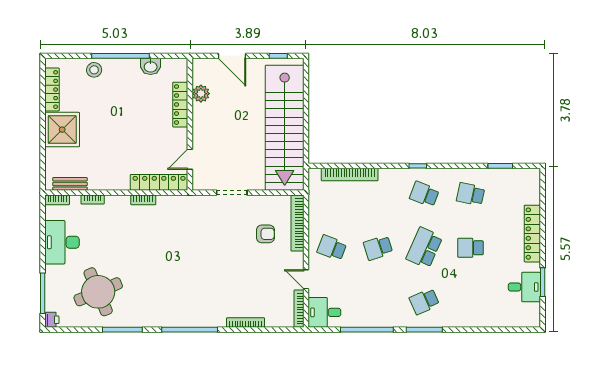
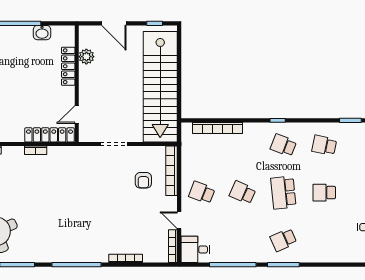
armchair: (265, 234) -> (143, 180), turned 90
school desk: (378, 248) -> (243, 193), turned 42
school desk: (424, 248) -> (283, 193), turned -30

